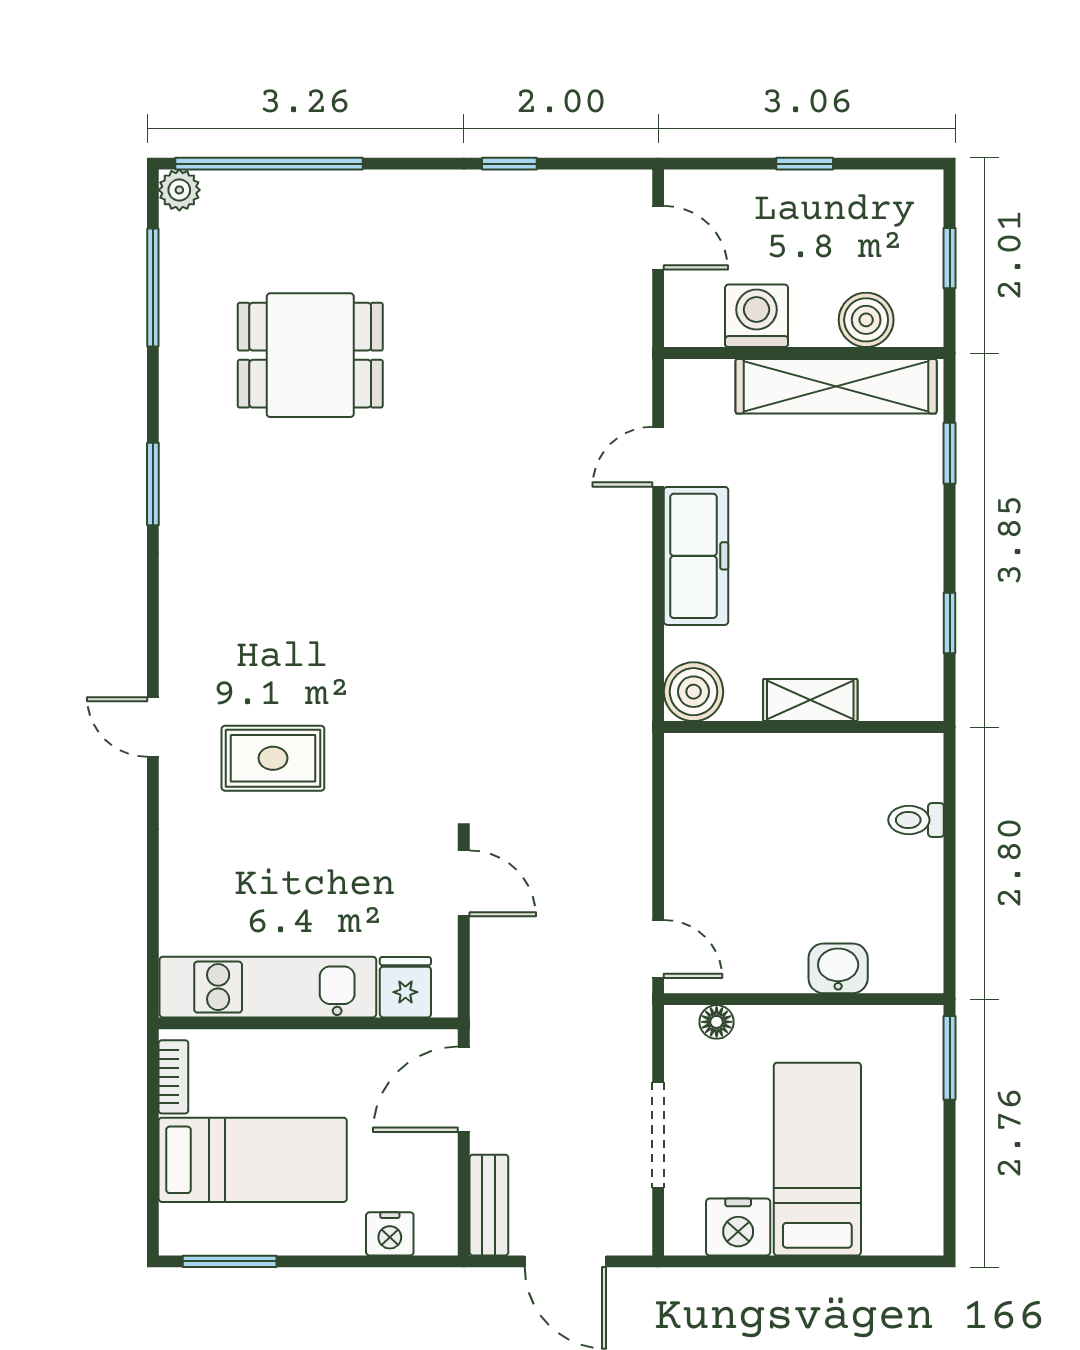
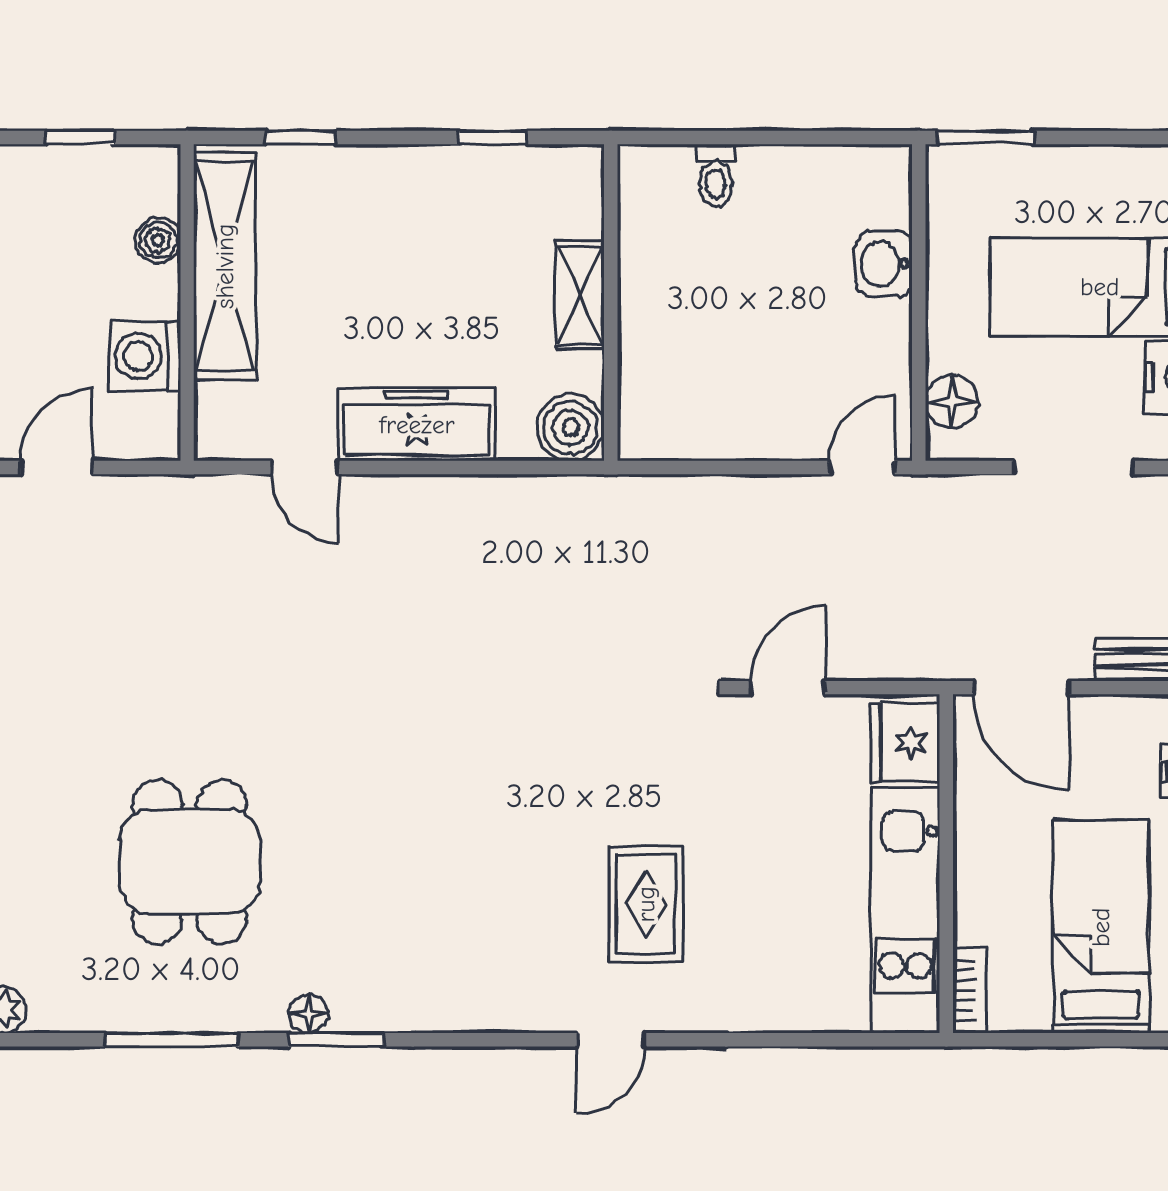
window: (153, 287) -> (172, 1040), moved
boiler: (866, 320) -> (158, 240), width x0.73, depth x0.73
floor lamp: (176, 460) -> (309, 1014), added
fridge: (405, 987) -> (905, 743), width x1.38
floor lamp: (717, 1022) -> (952, 401), width x1.37, depth x1.37
bookcase: (173, 1077) -> (970, 990), moved, turned 90

